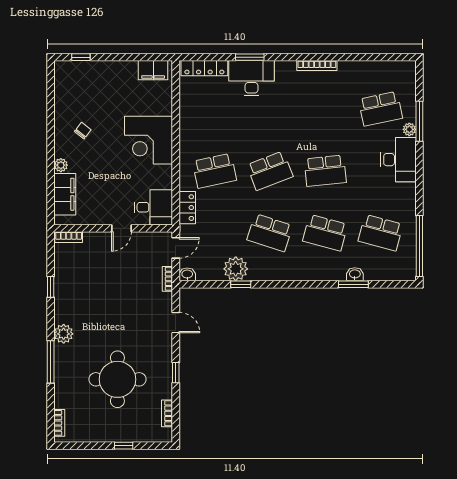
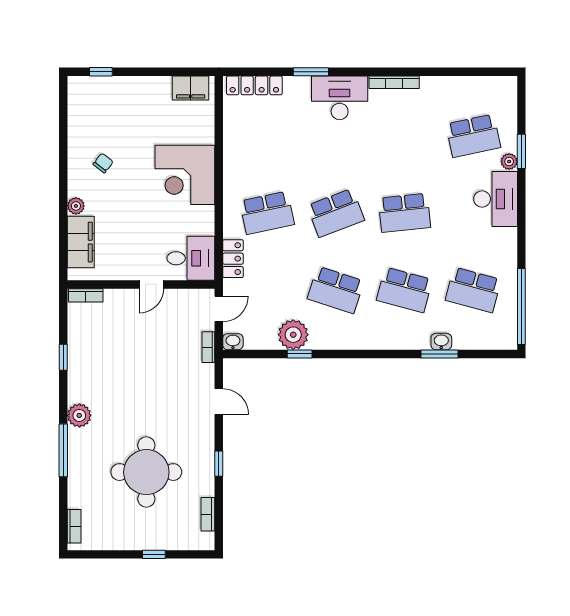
desk: (251, 78) -> (340, 98), moved
window: (419, 121) -> (521, 151), width x0.69

